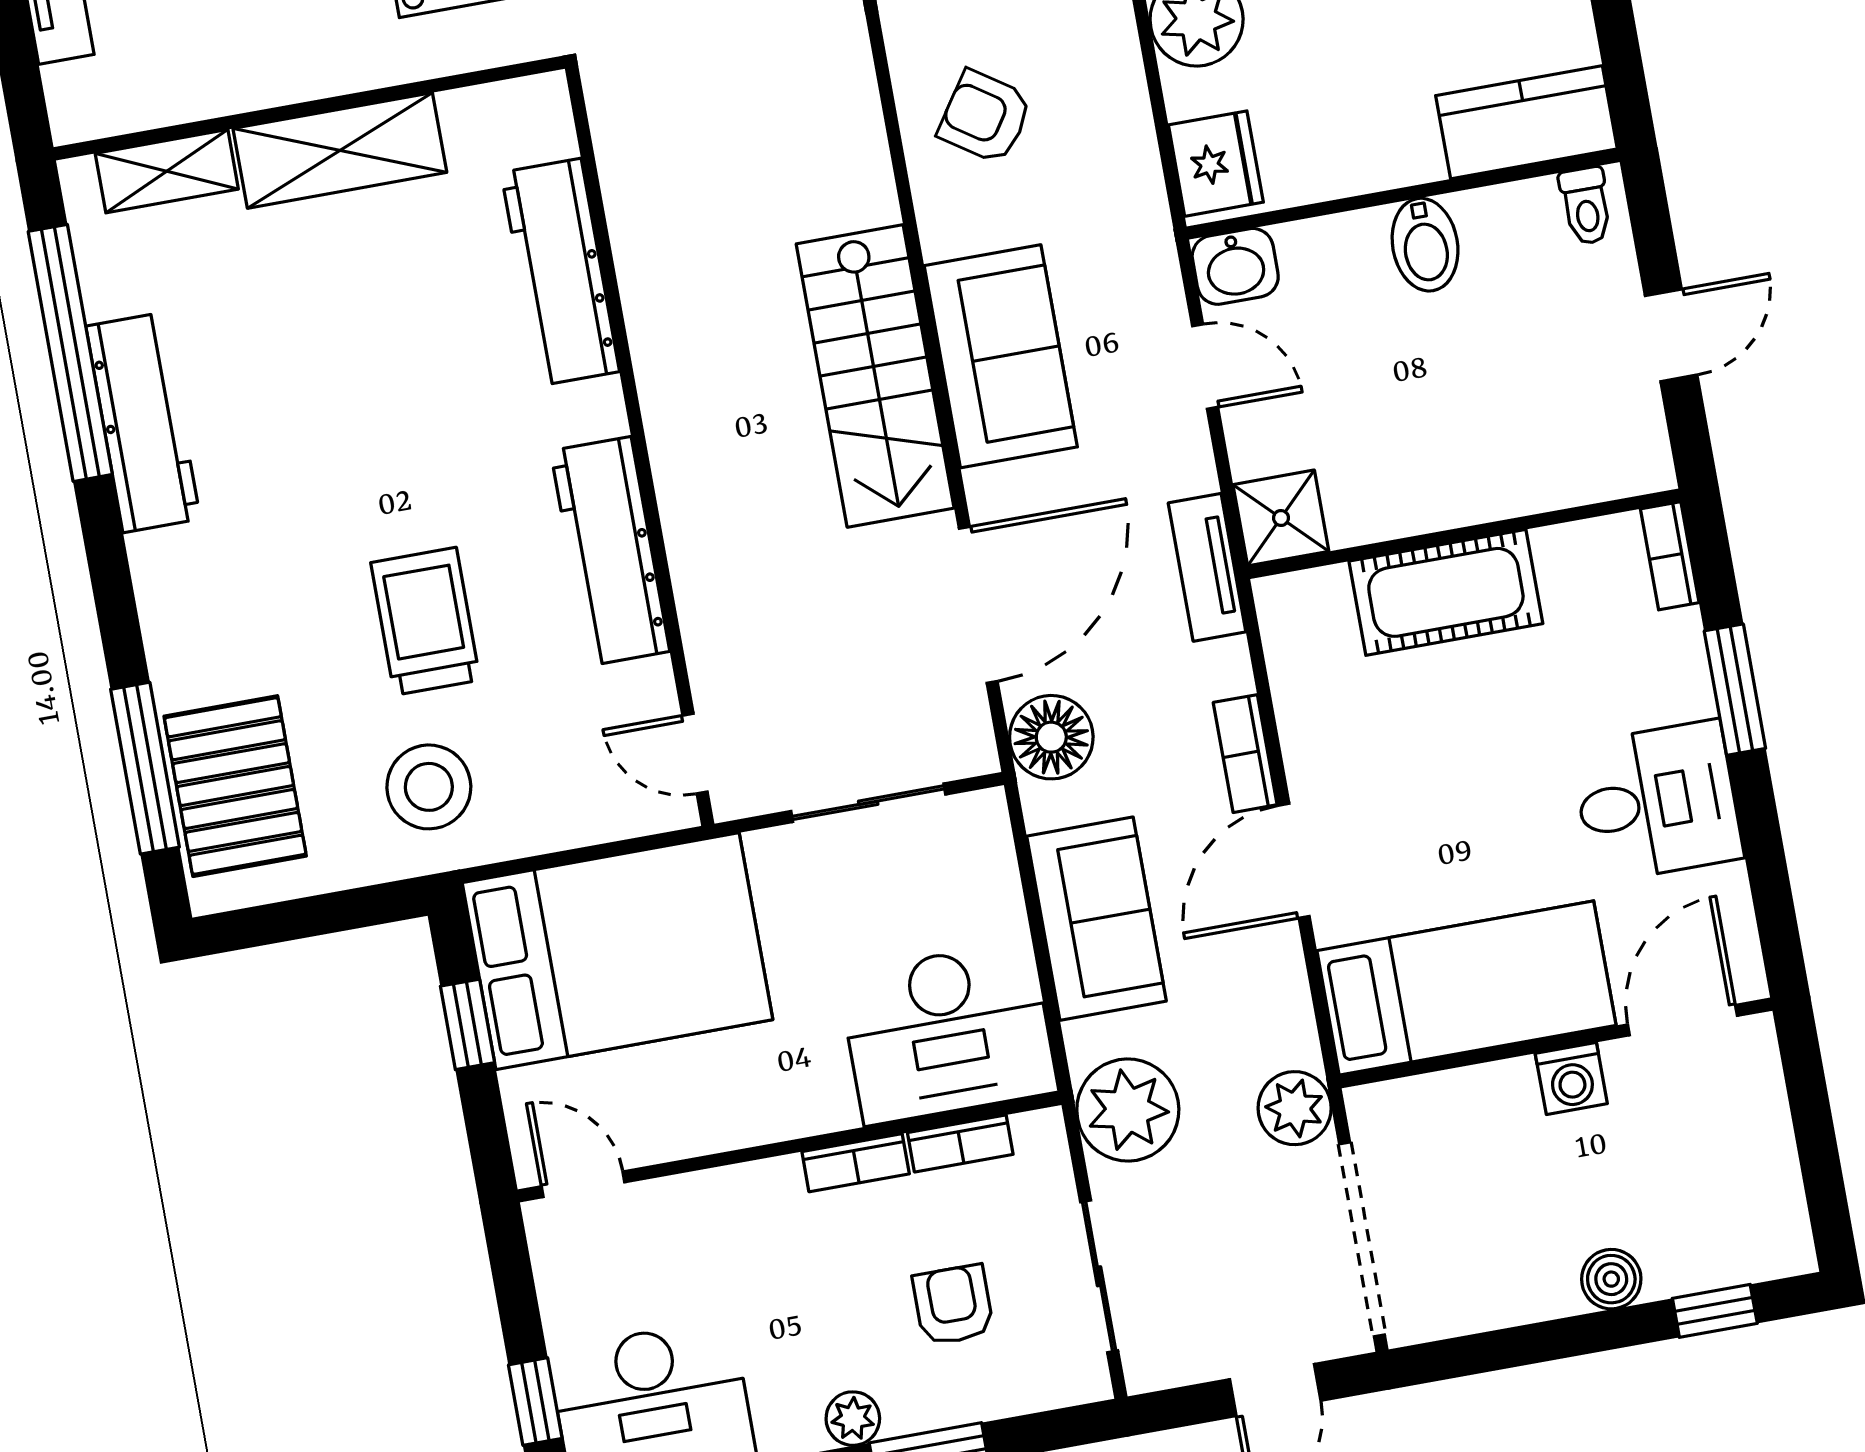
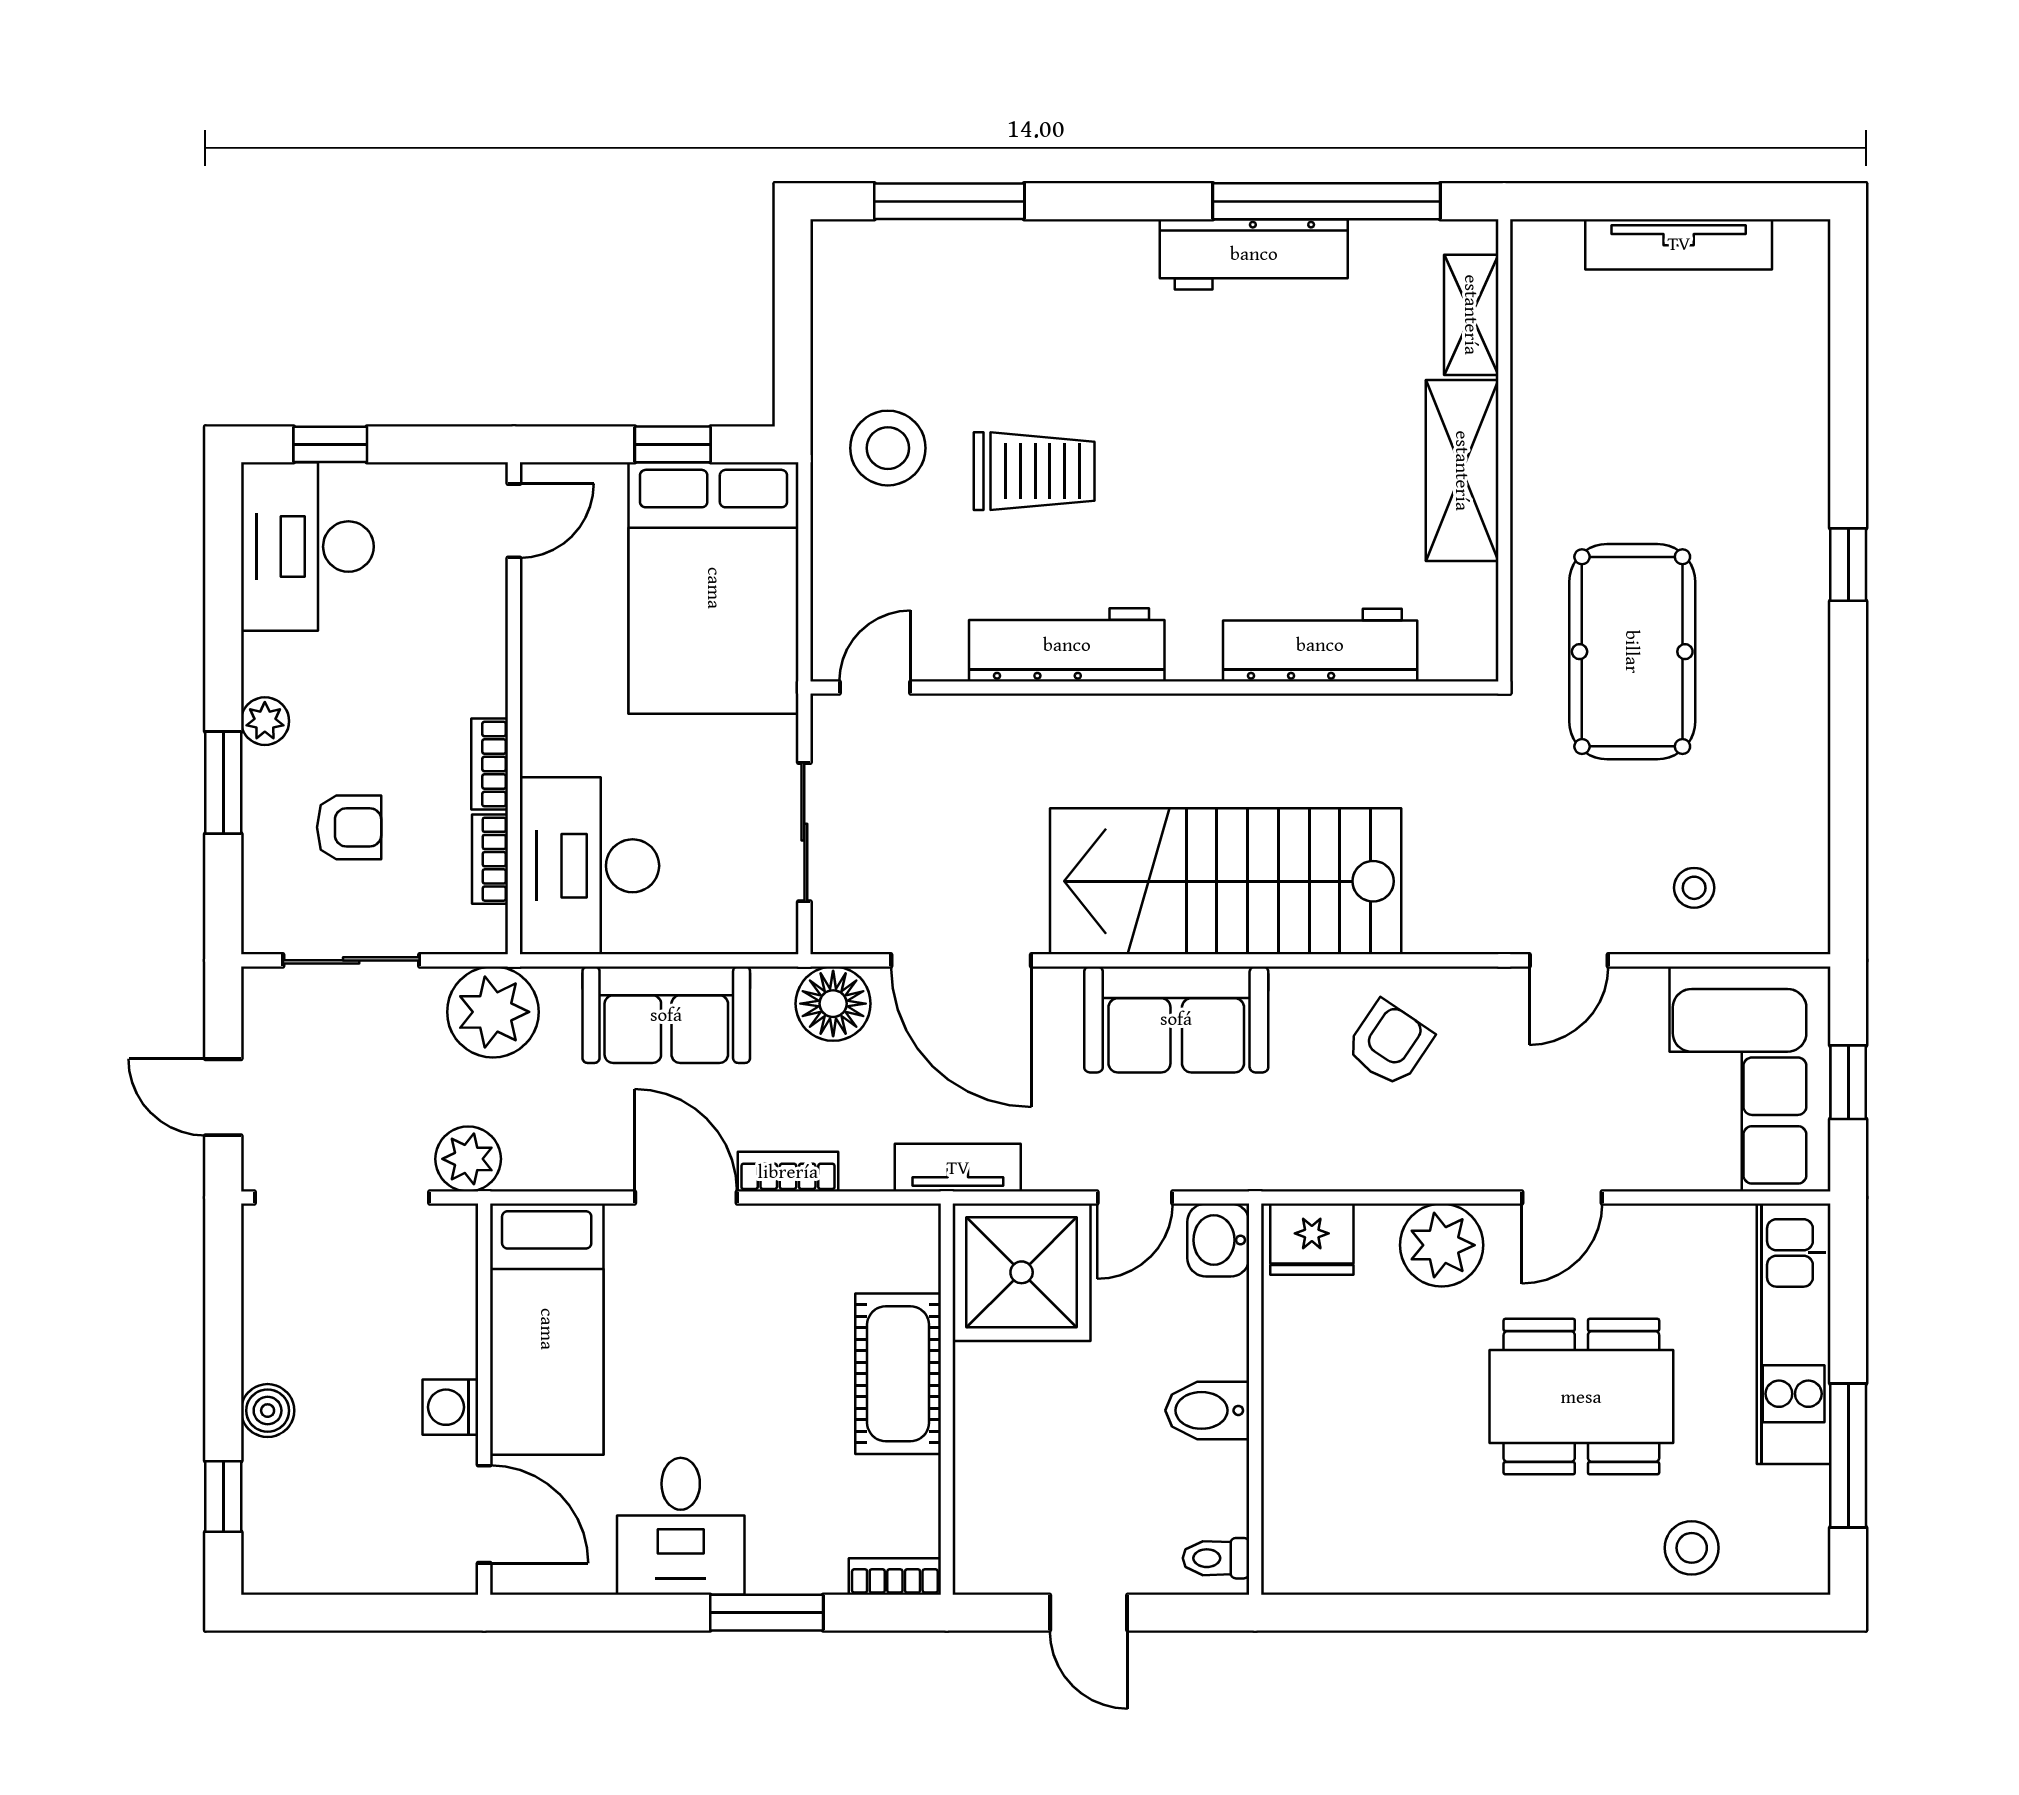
kitchen counter: (1526, 122) -> (1299, 1519), removed
stairs: (875, 376) -> (1226, 881), width x1.36, depth x1.51
shower: (1281, 518) -> (1022, 1272), width x1.86, depth x1.86
pallet: (235, 786) -> (919, 278), removed

